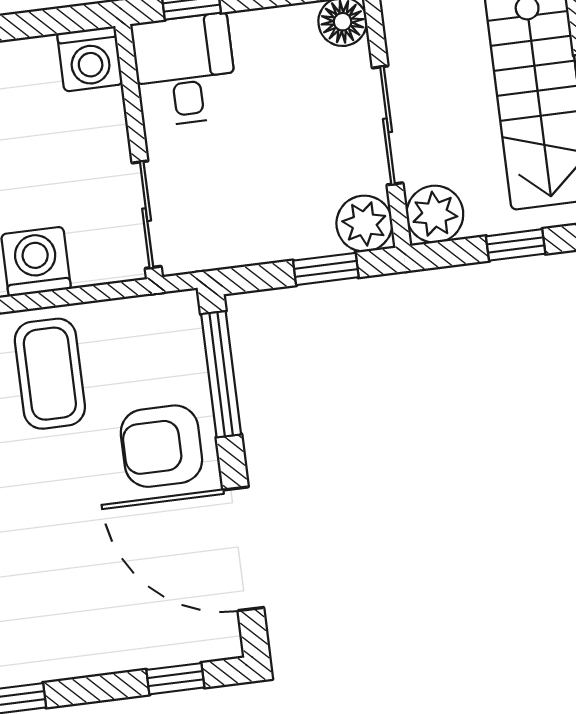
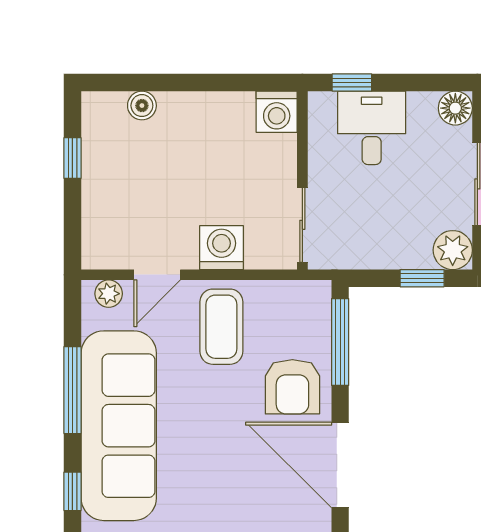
desk: (185, 70) -> (372, 128), moved
armchair: (161, 446) -> (292, 387), turned -90

